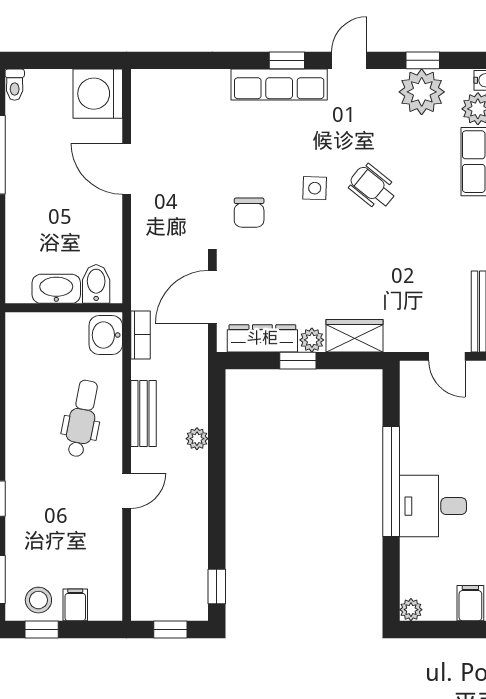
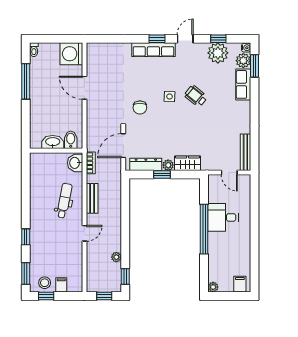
plant: (197, 439) -> (116, 257), moved
desk: (433, 506) -> (223, 217), moved

